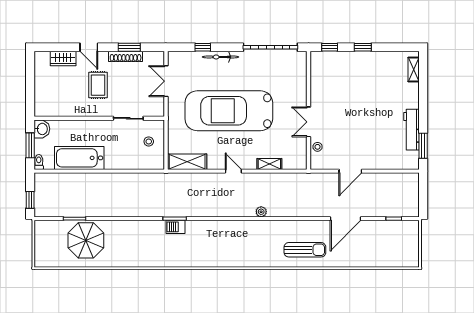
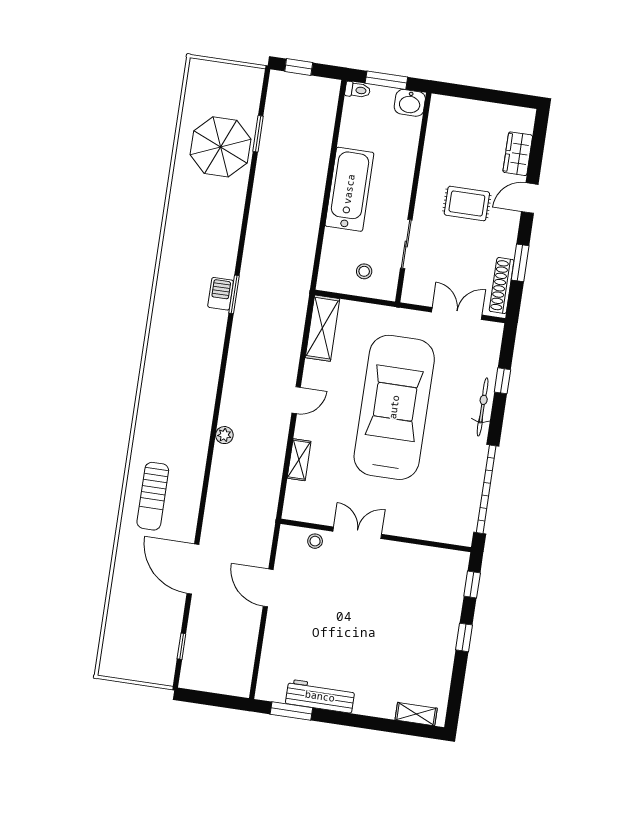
shoe rack: (126, 56) -> (502, 286), moved
bathtub: (79, 158) -> (349, 189), moved

